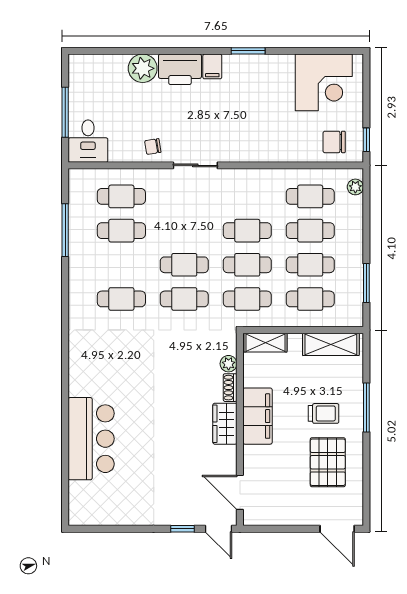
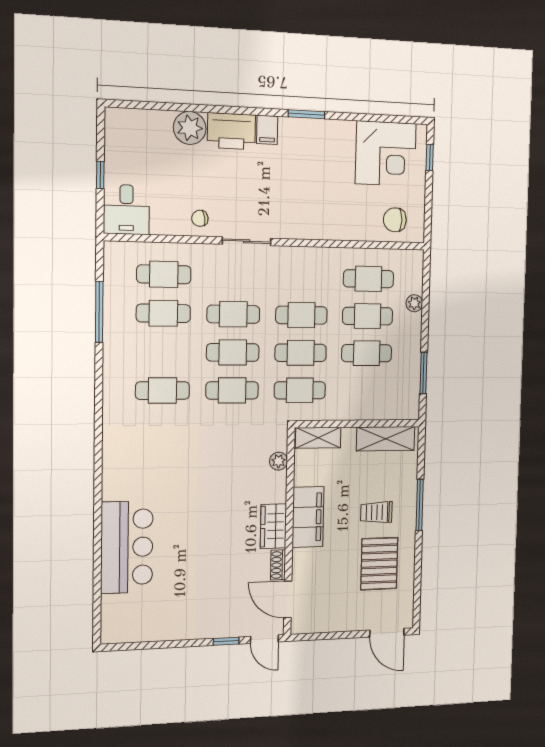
window: (65, 112) -> (100, 175), width x0.46
window: (366, 140) -> (430, 158), moved
plant: (355, 187) -> (414, 303), moved
cafe table: (310, 299) -> (233, 314), moved
shoe rack: (230, 388) -> (278, 565), moved
trolley: (324, 413) -> (376, 512), turned 180

